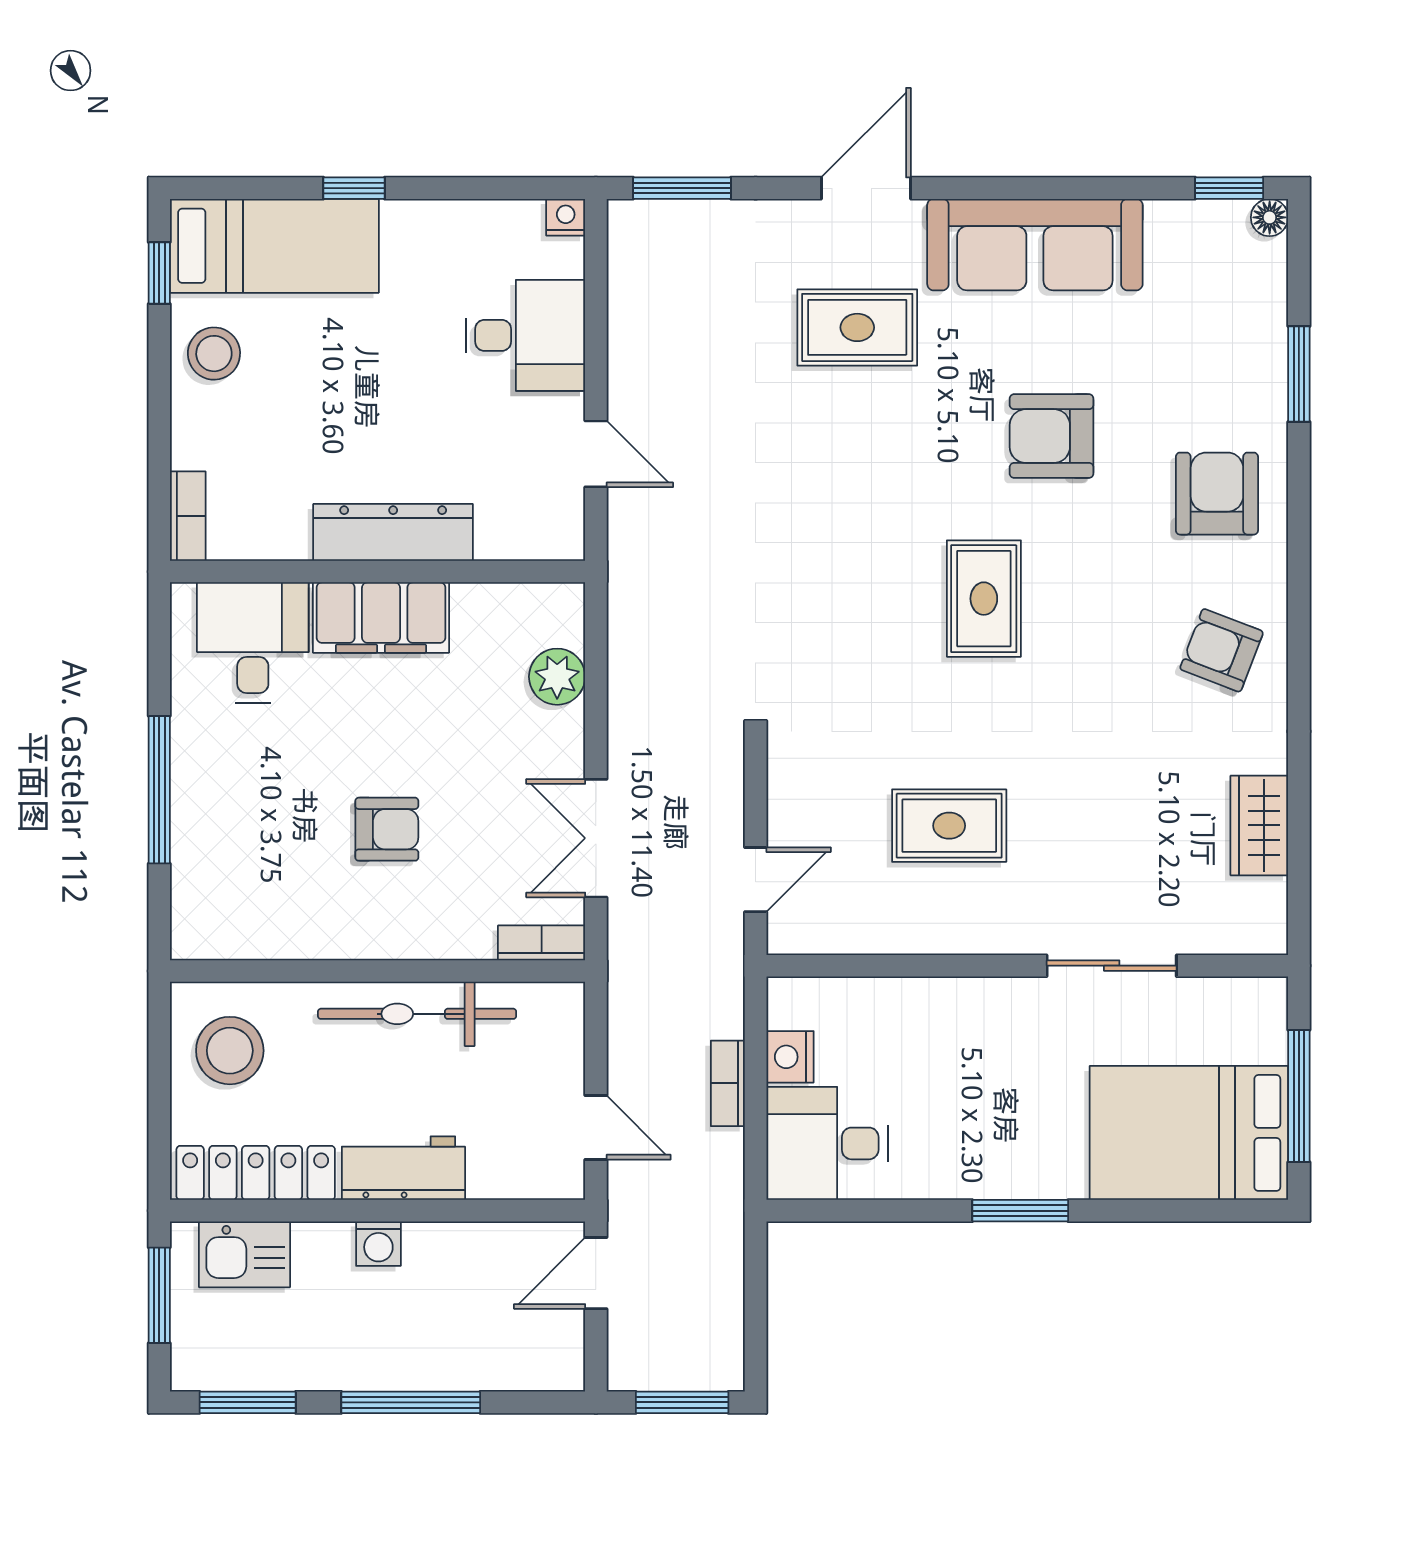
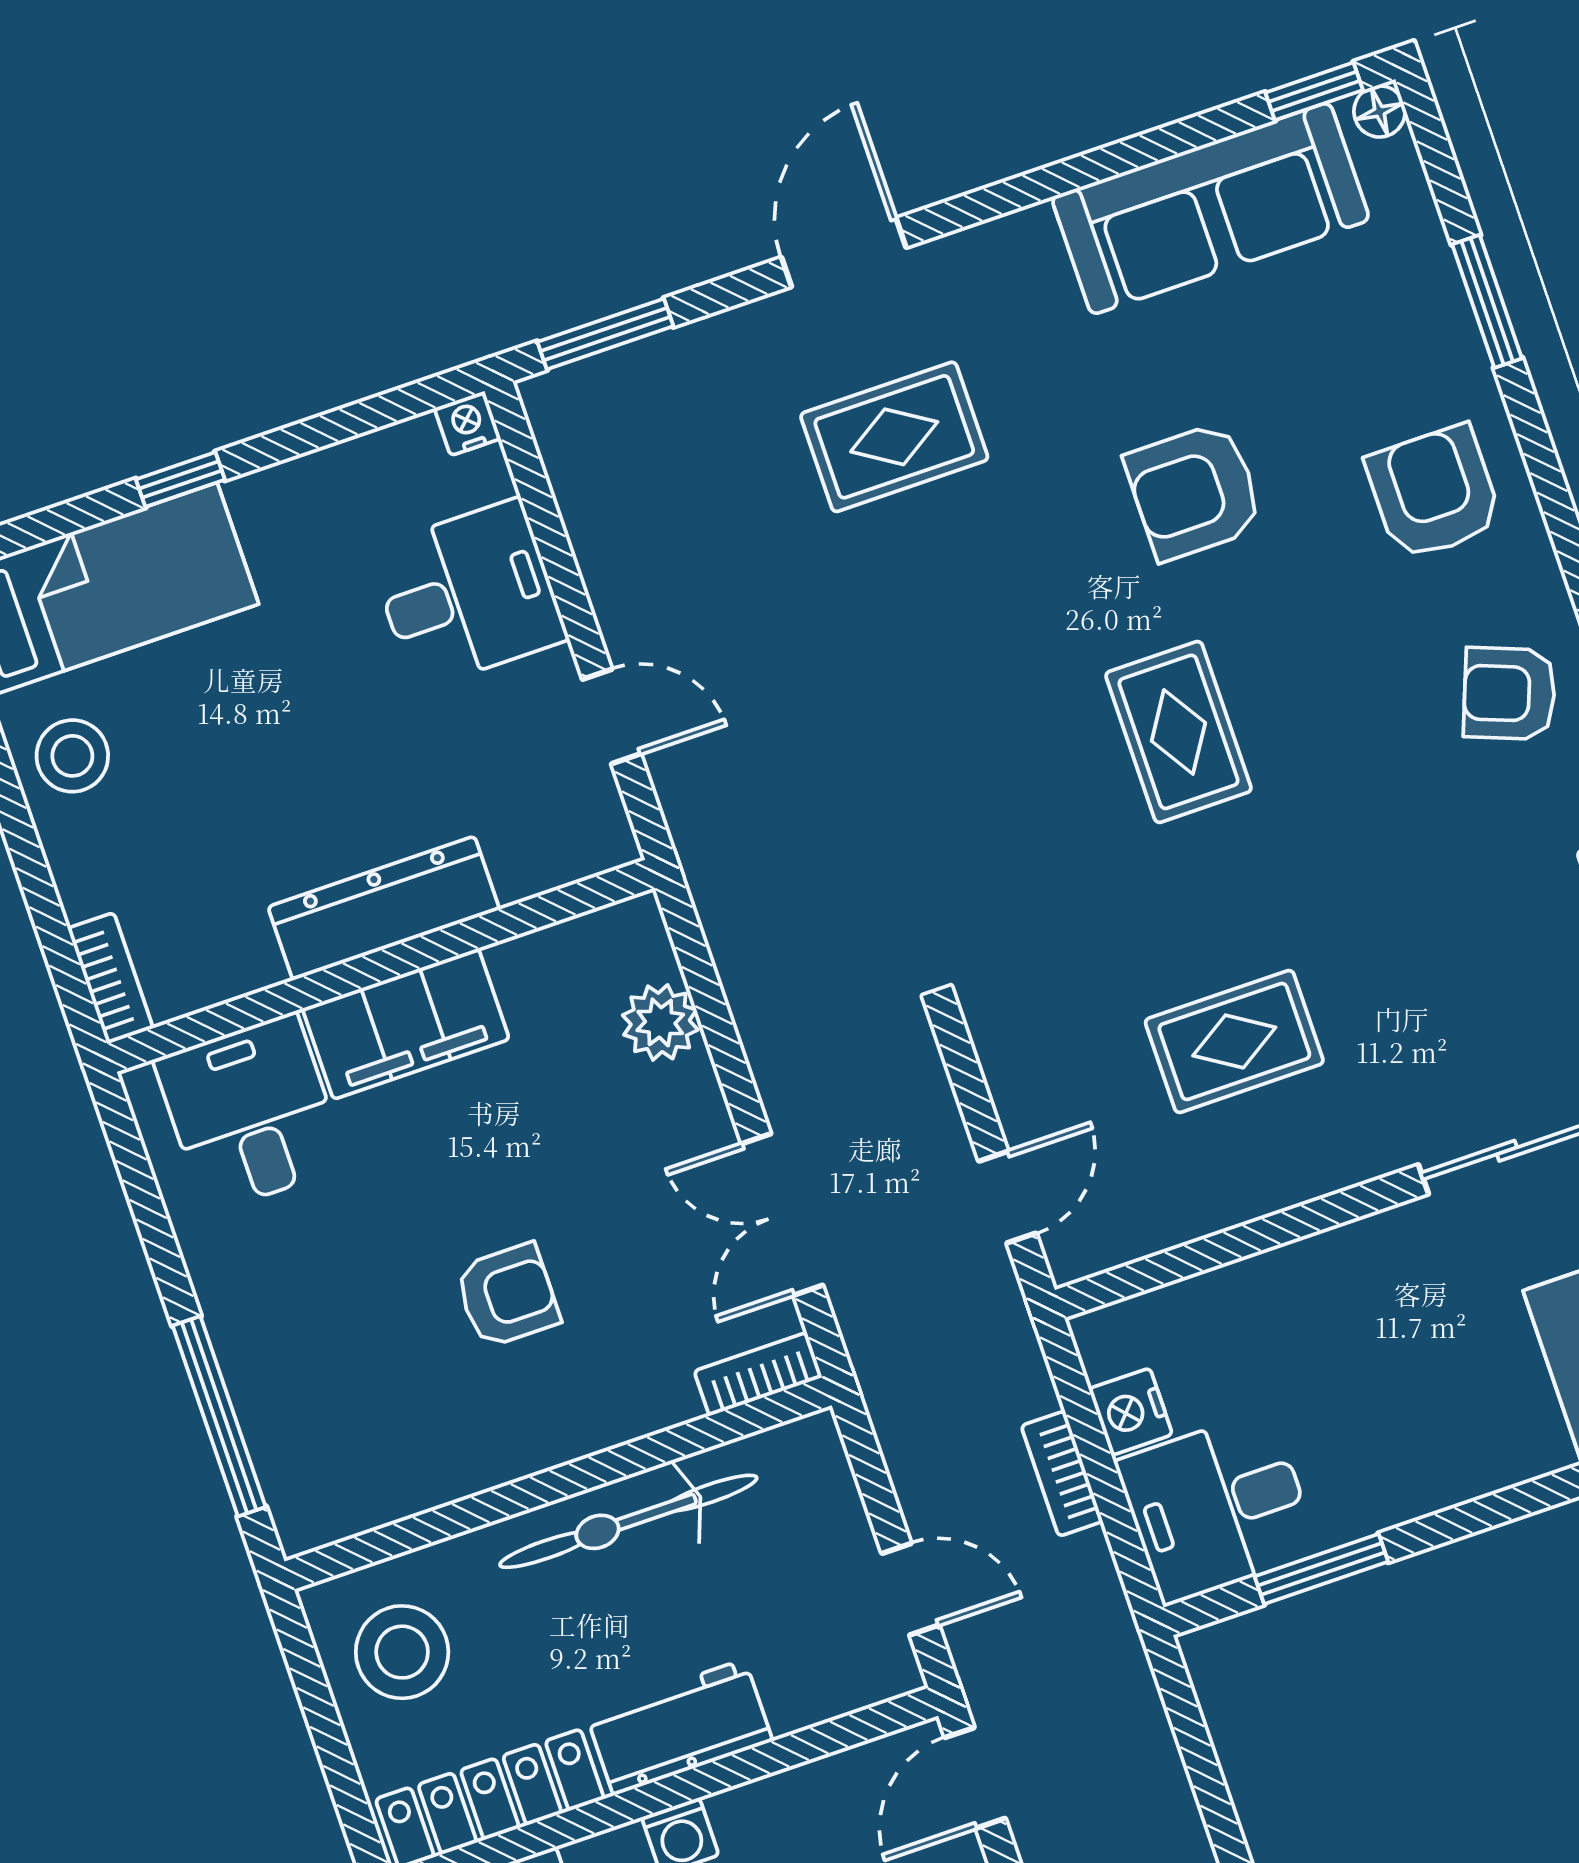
sofa: (1035, 245) -> (1211, 209), moved
window: (159, 790) -> (219, 1416), moved
window: (1020, 1211) -> (1321, 1569), moved

